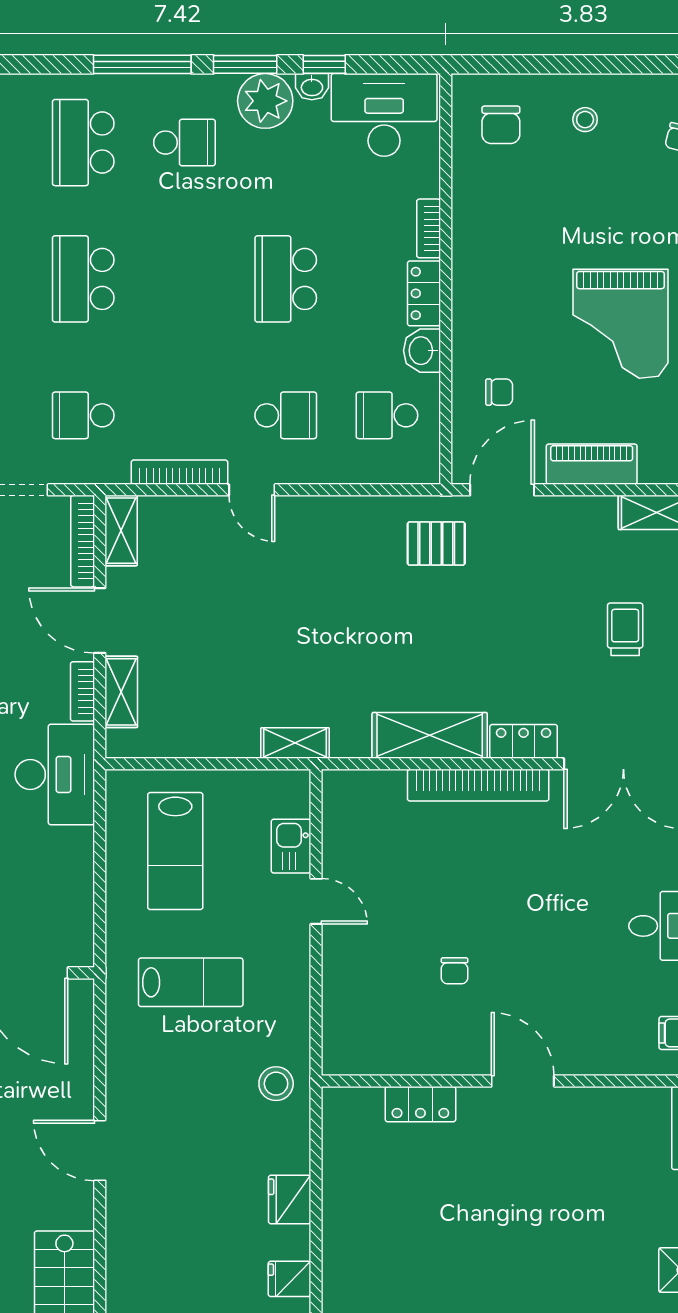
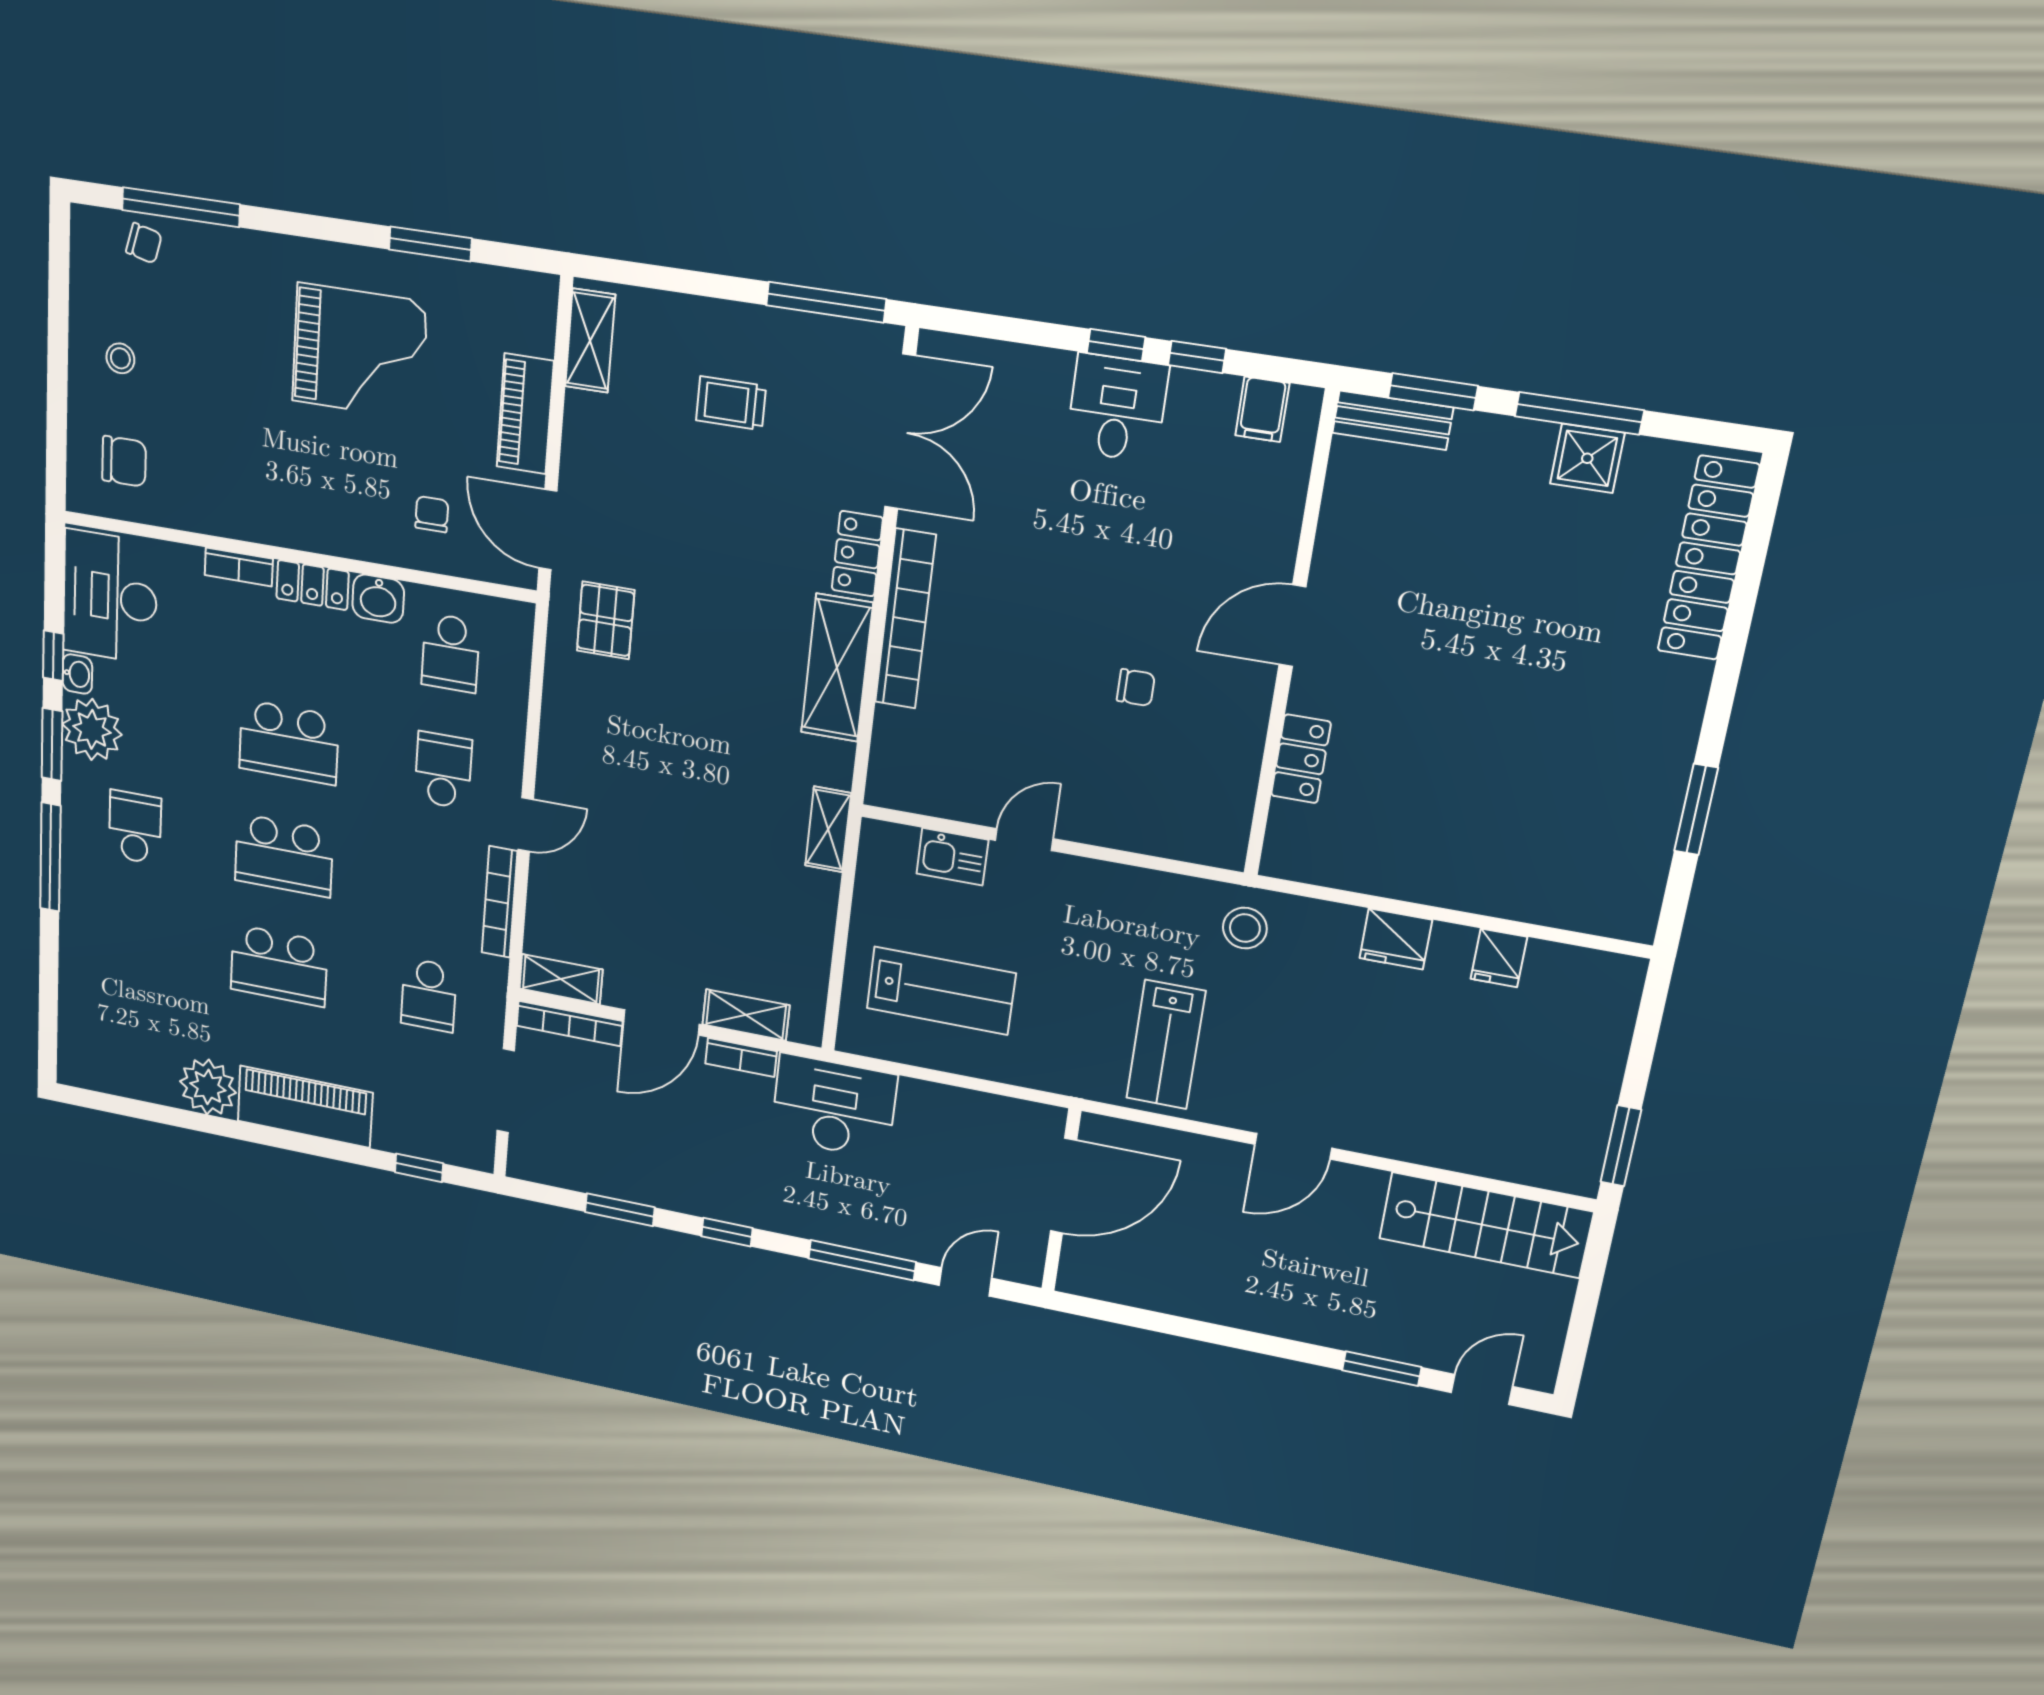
school desk: (83, 143) -> (284, 855), moved
lab bench: (191, 982) -> (1166, 1045), moved, turned 180

